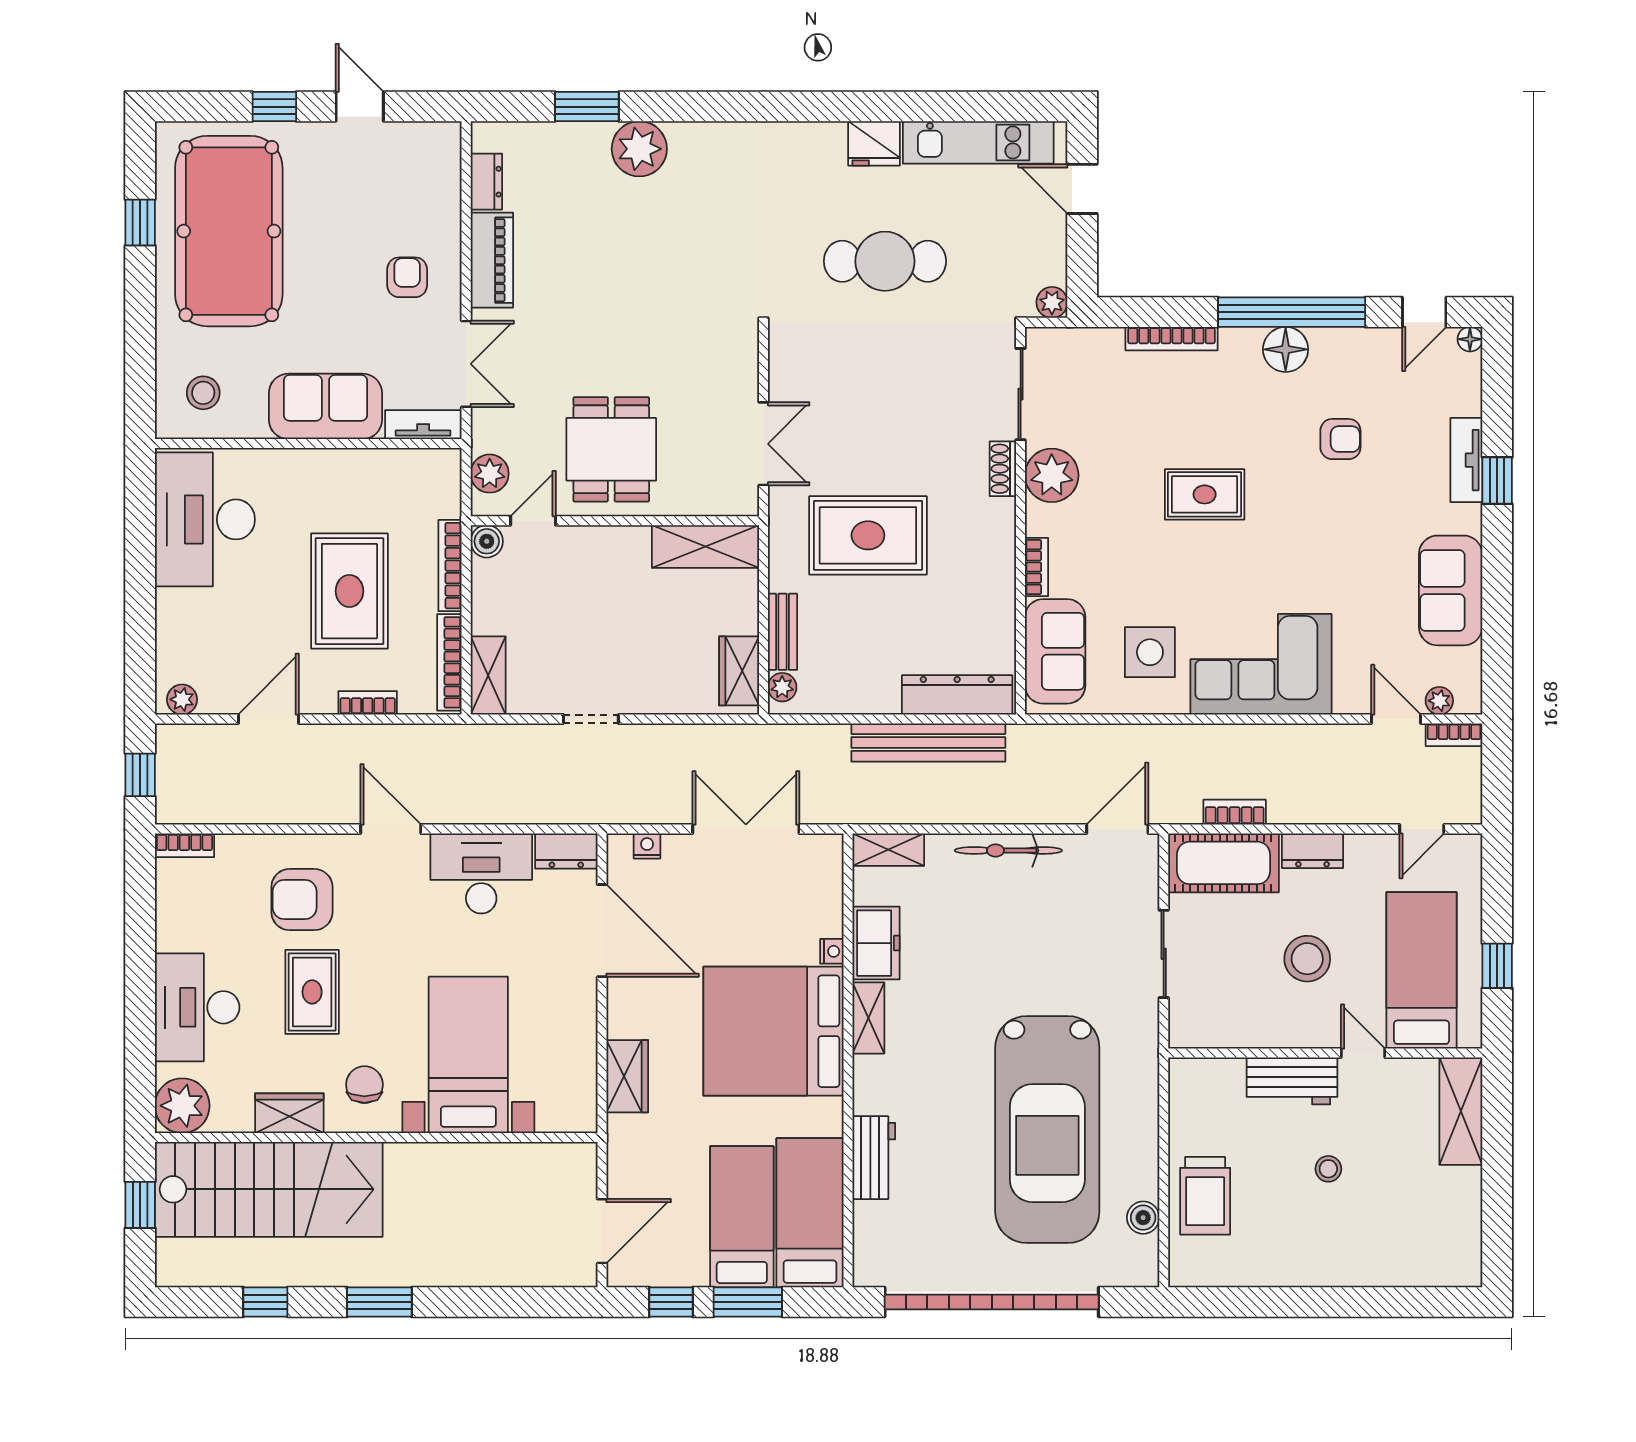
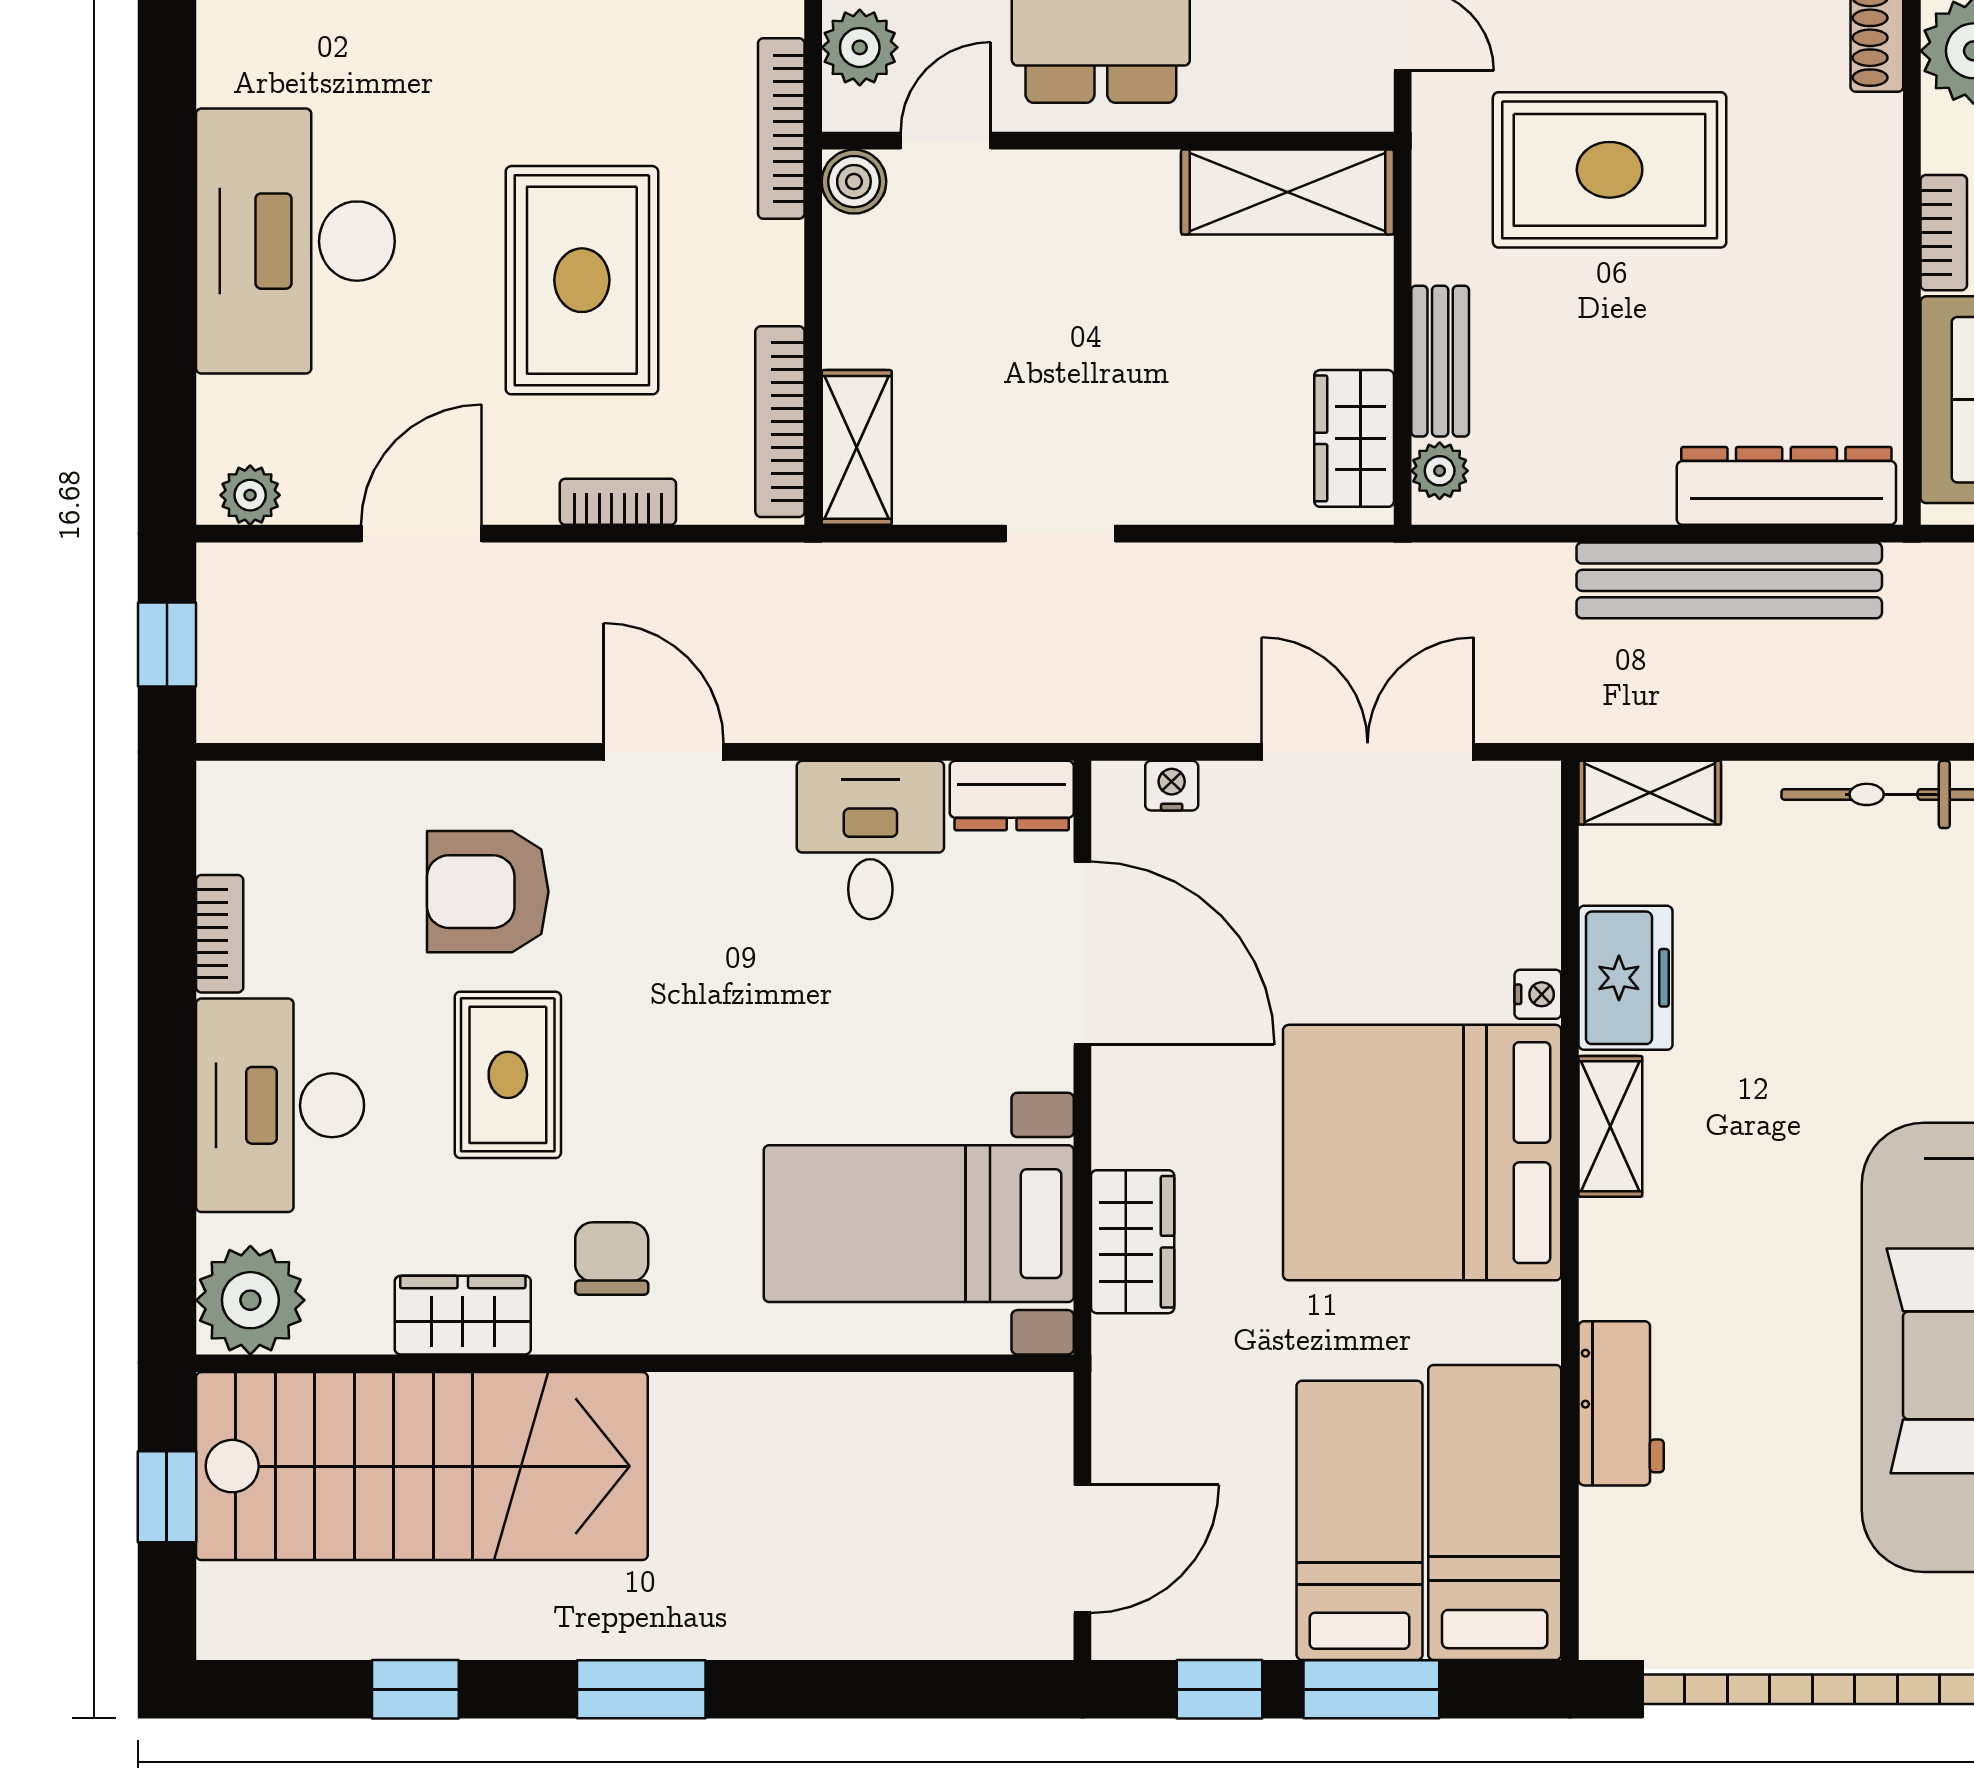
desk: (205, 519) -> (295, 241), moved
bookcase: (450, 566) -> (781, 129), moved
bookcase: (184, 845) -> (220, 934), moved, turned -90
desk: (481, 873) -> (870, 840), width x0.73
bed with nightstands: (468, 1055) -> (919, 1224), moved, turned -90

